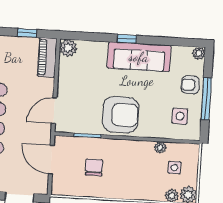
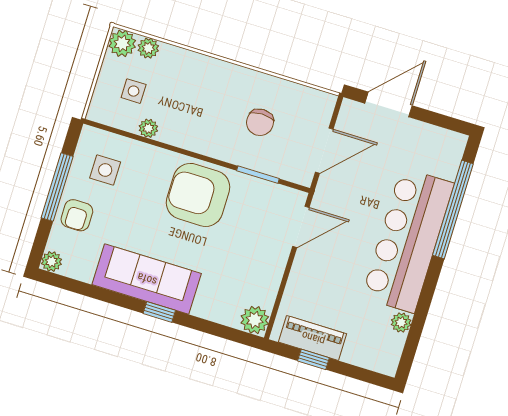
piano: (47, 57) -> (313, 338), moved, turned -90
armchair: (190, 85) -> (77, 215), turned 90
door: (51, 160) -> (324, 151), hinge flipped

